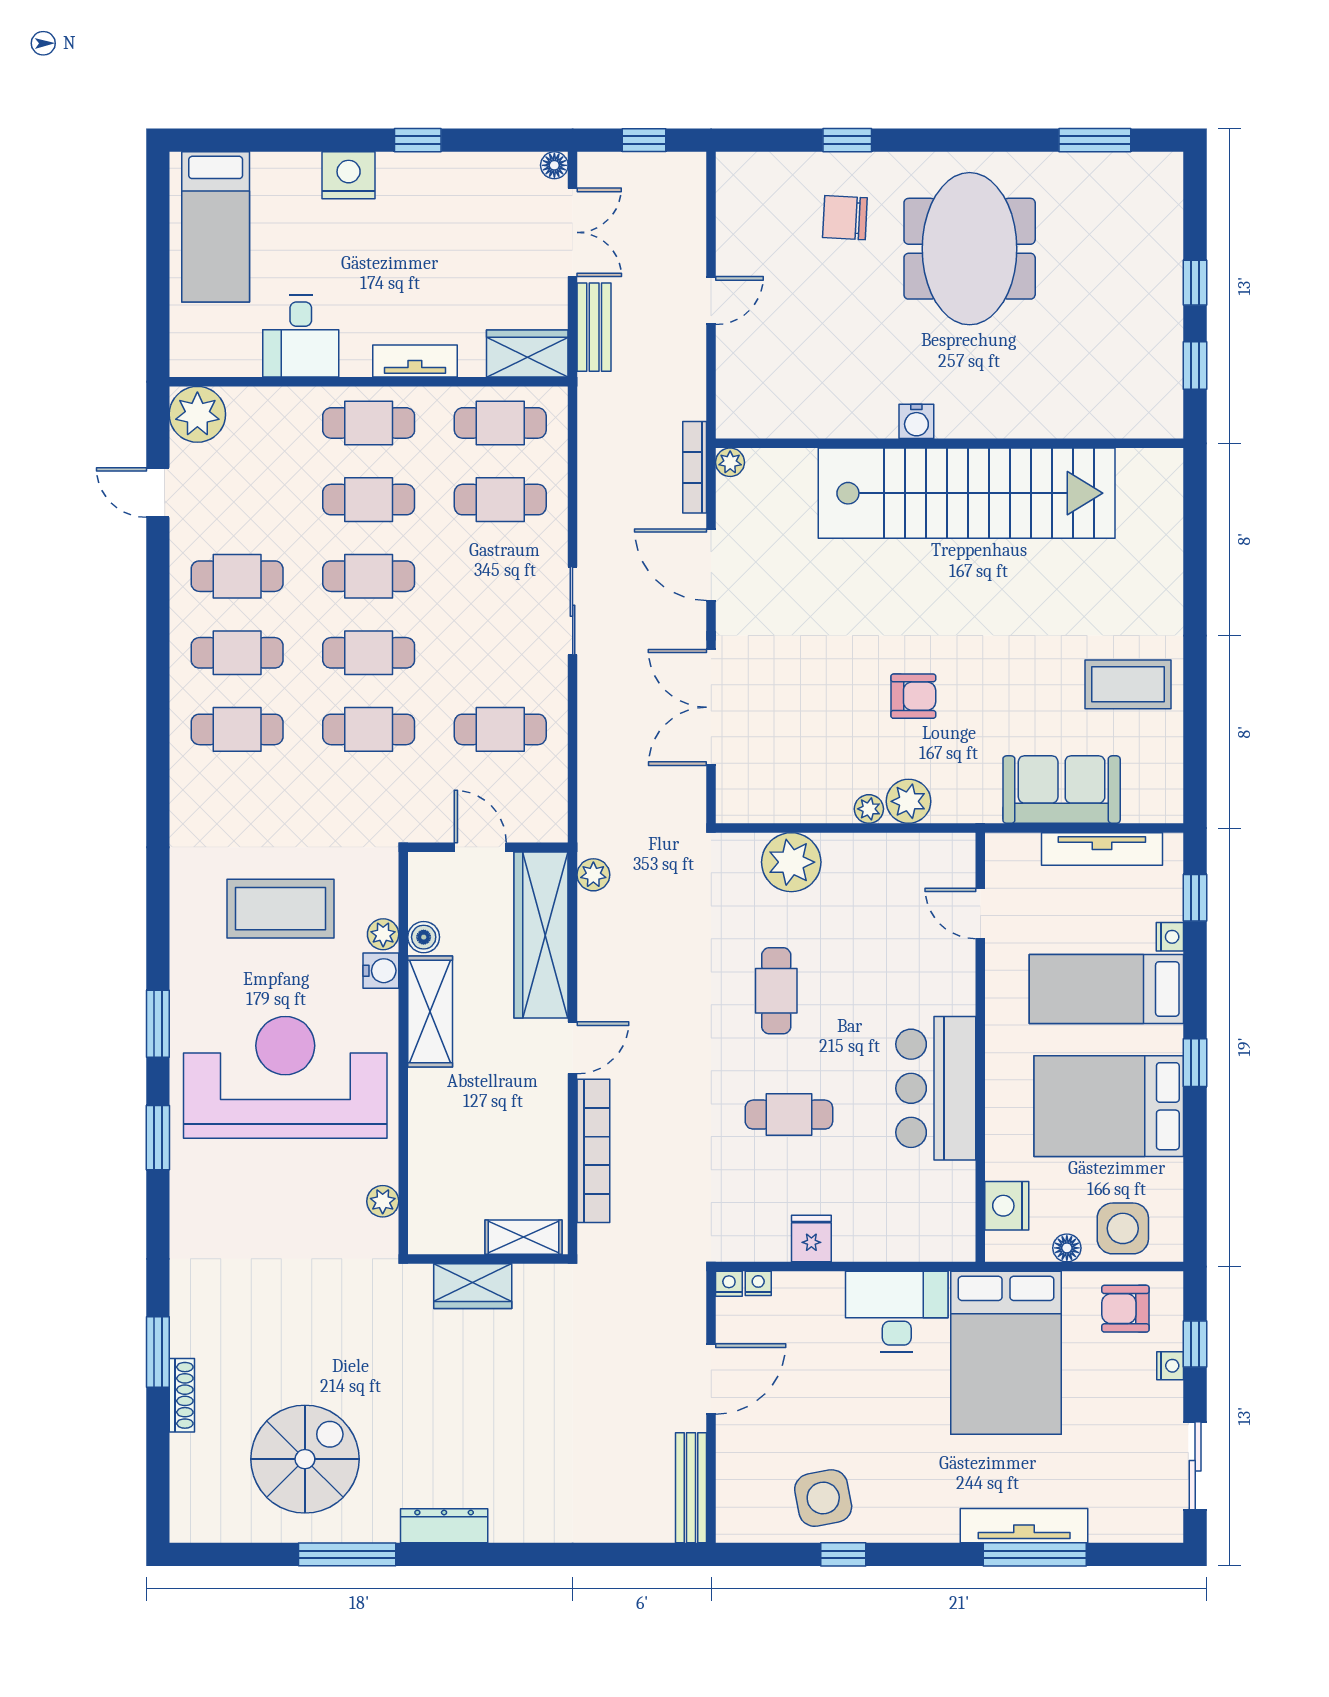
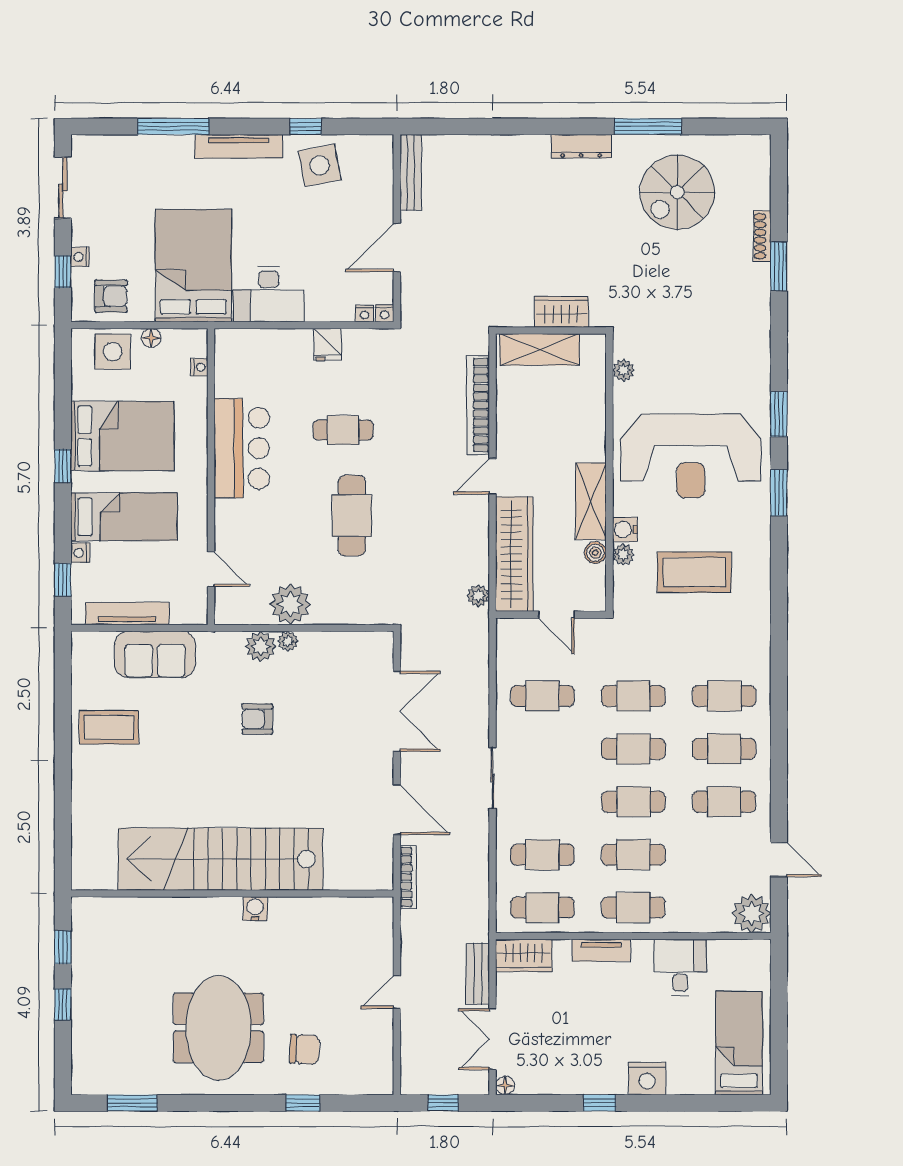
plant: (730, 462) -> (384, 880), removed
plant: (791, 862) -> (290, 604), moved
cafe table: (776, 991) -> (352, 516), width x1.37, depth x1.35
nightstand: (1007, 1206) -> (199, 367), width x0.53, depth x0.56
shelving: (523, 1237) -> (540, 350), width x1.50, depth x1.33
tv unit: (1024, 1526) -> (239, 146), moved

